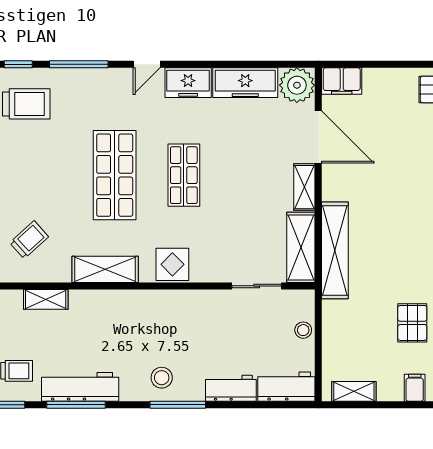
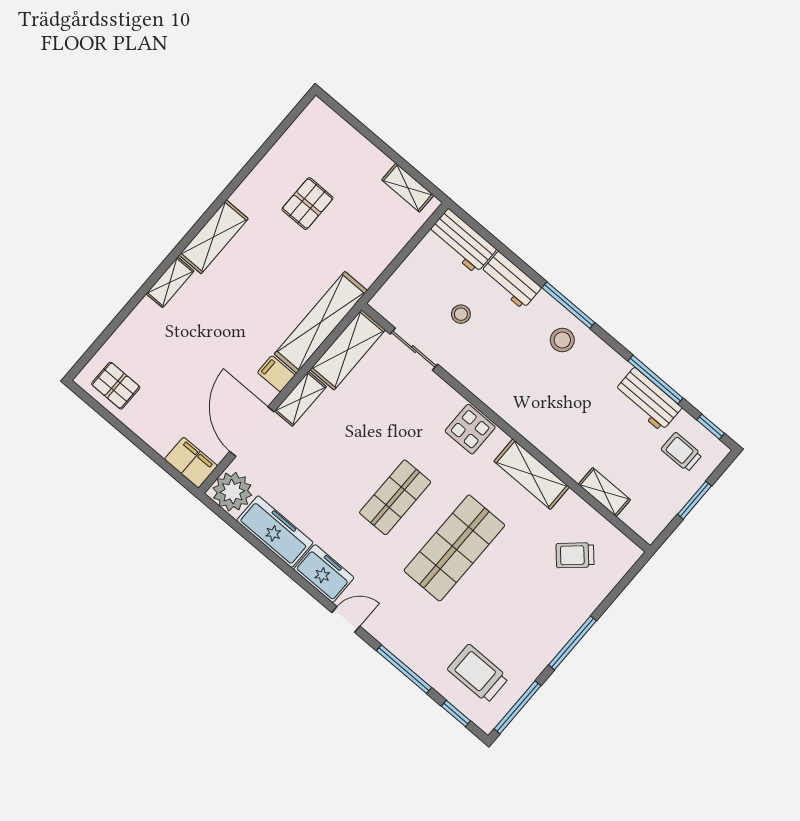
stool: (303, 330) -> (461, 314), moved
workbench: (80, 387) -> (648, 400), width x0.73
filing cabinet: (415, 388) -> (276, 374), moved, turned 90

